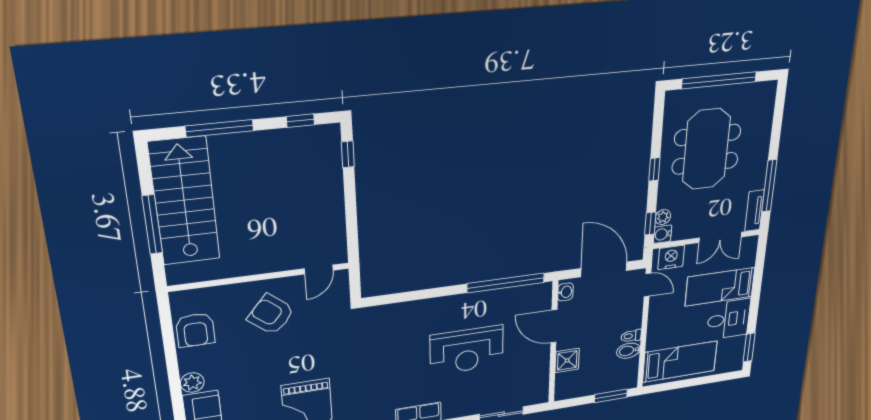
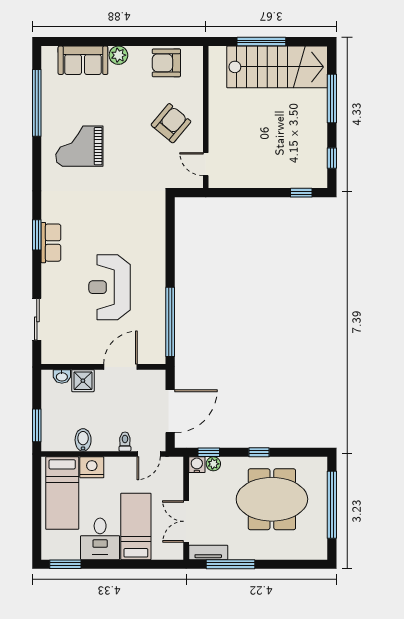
nightstand: (671, 257) -> (92, 467), moved, turned -90
washbasin: (565, 292) -> (62, 376), moved
toilet: (631, 336) -> (125, 442), moved

